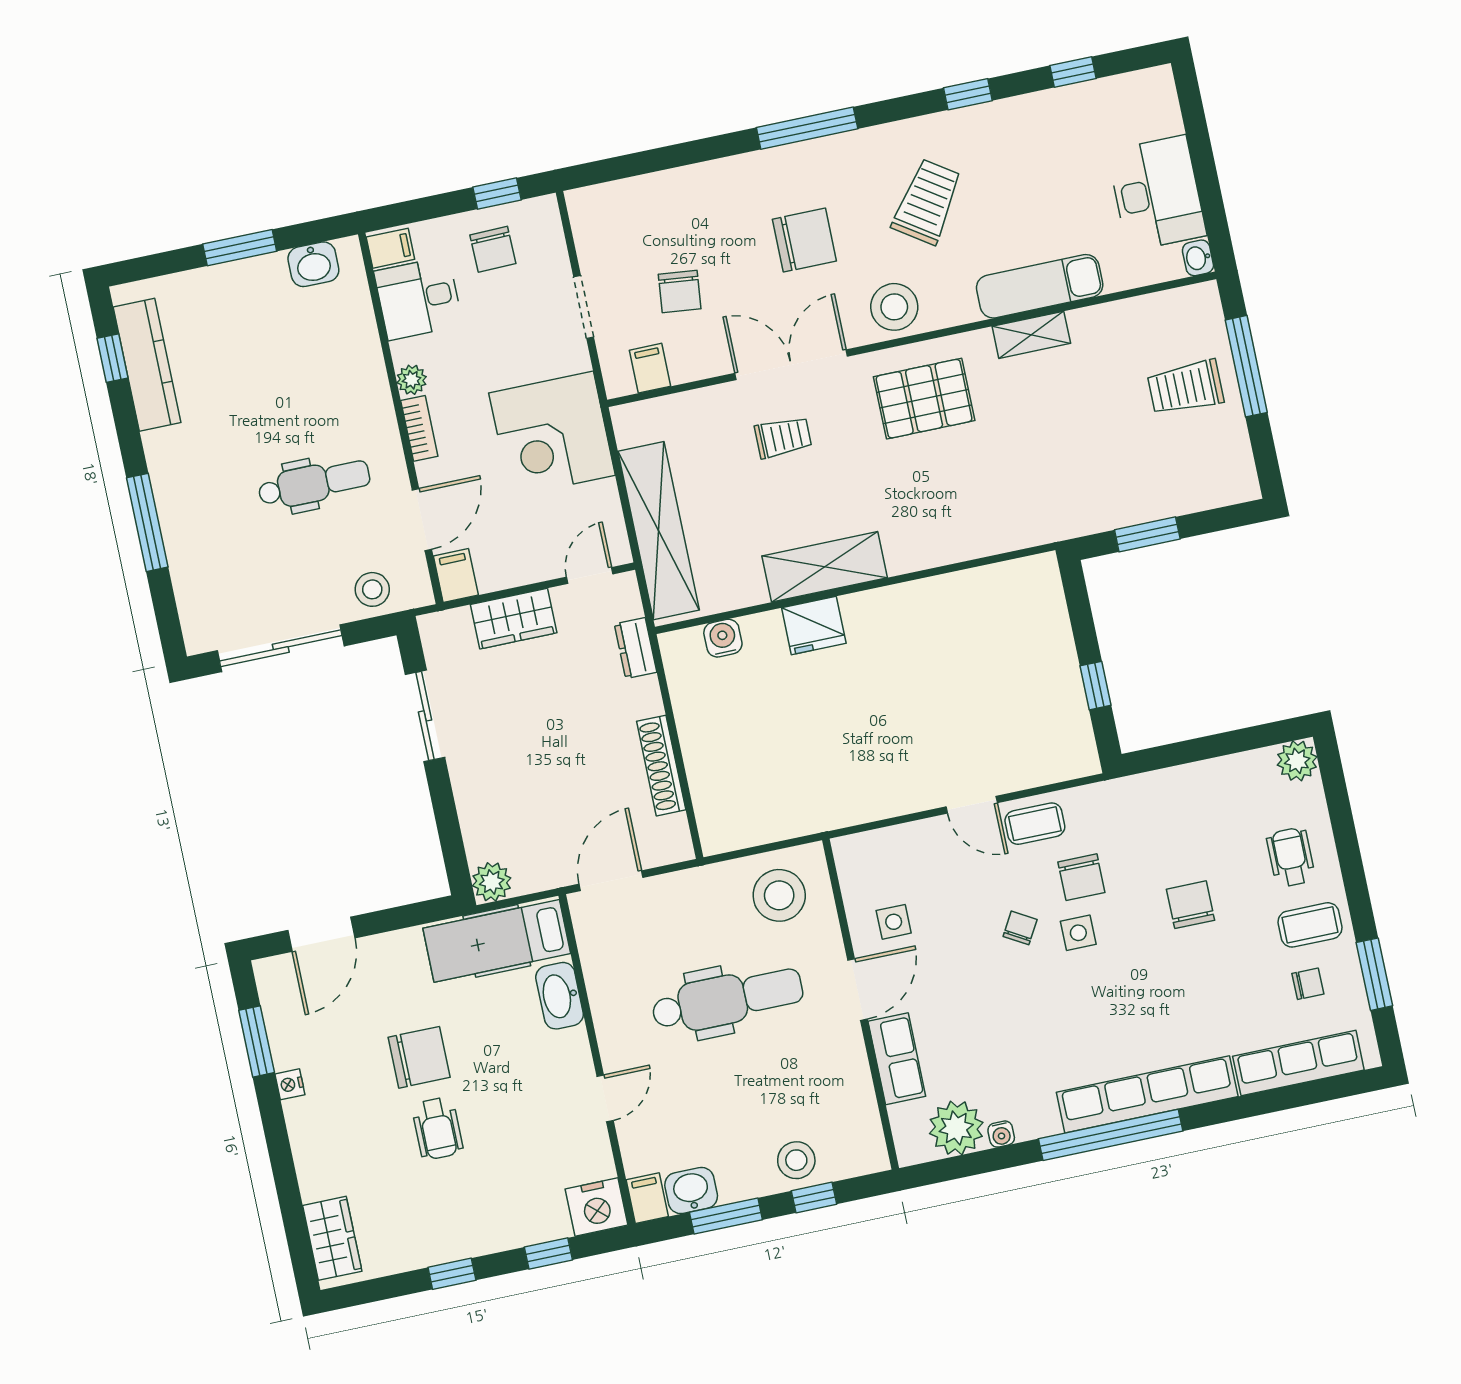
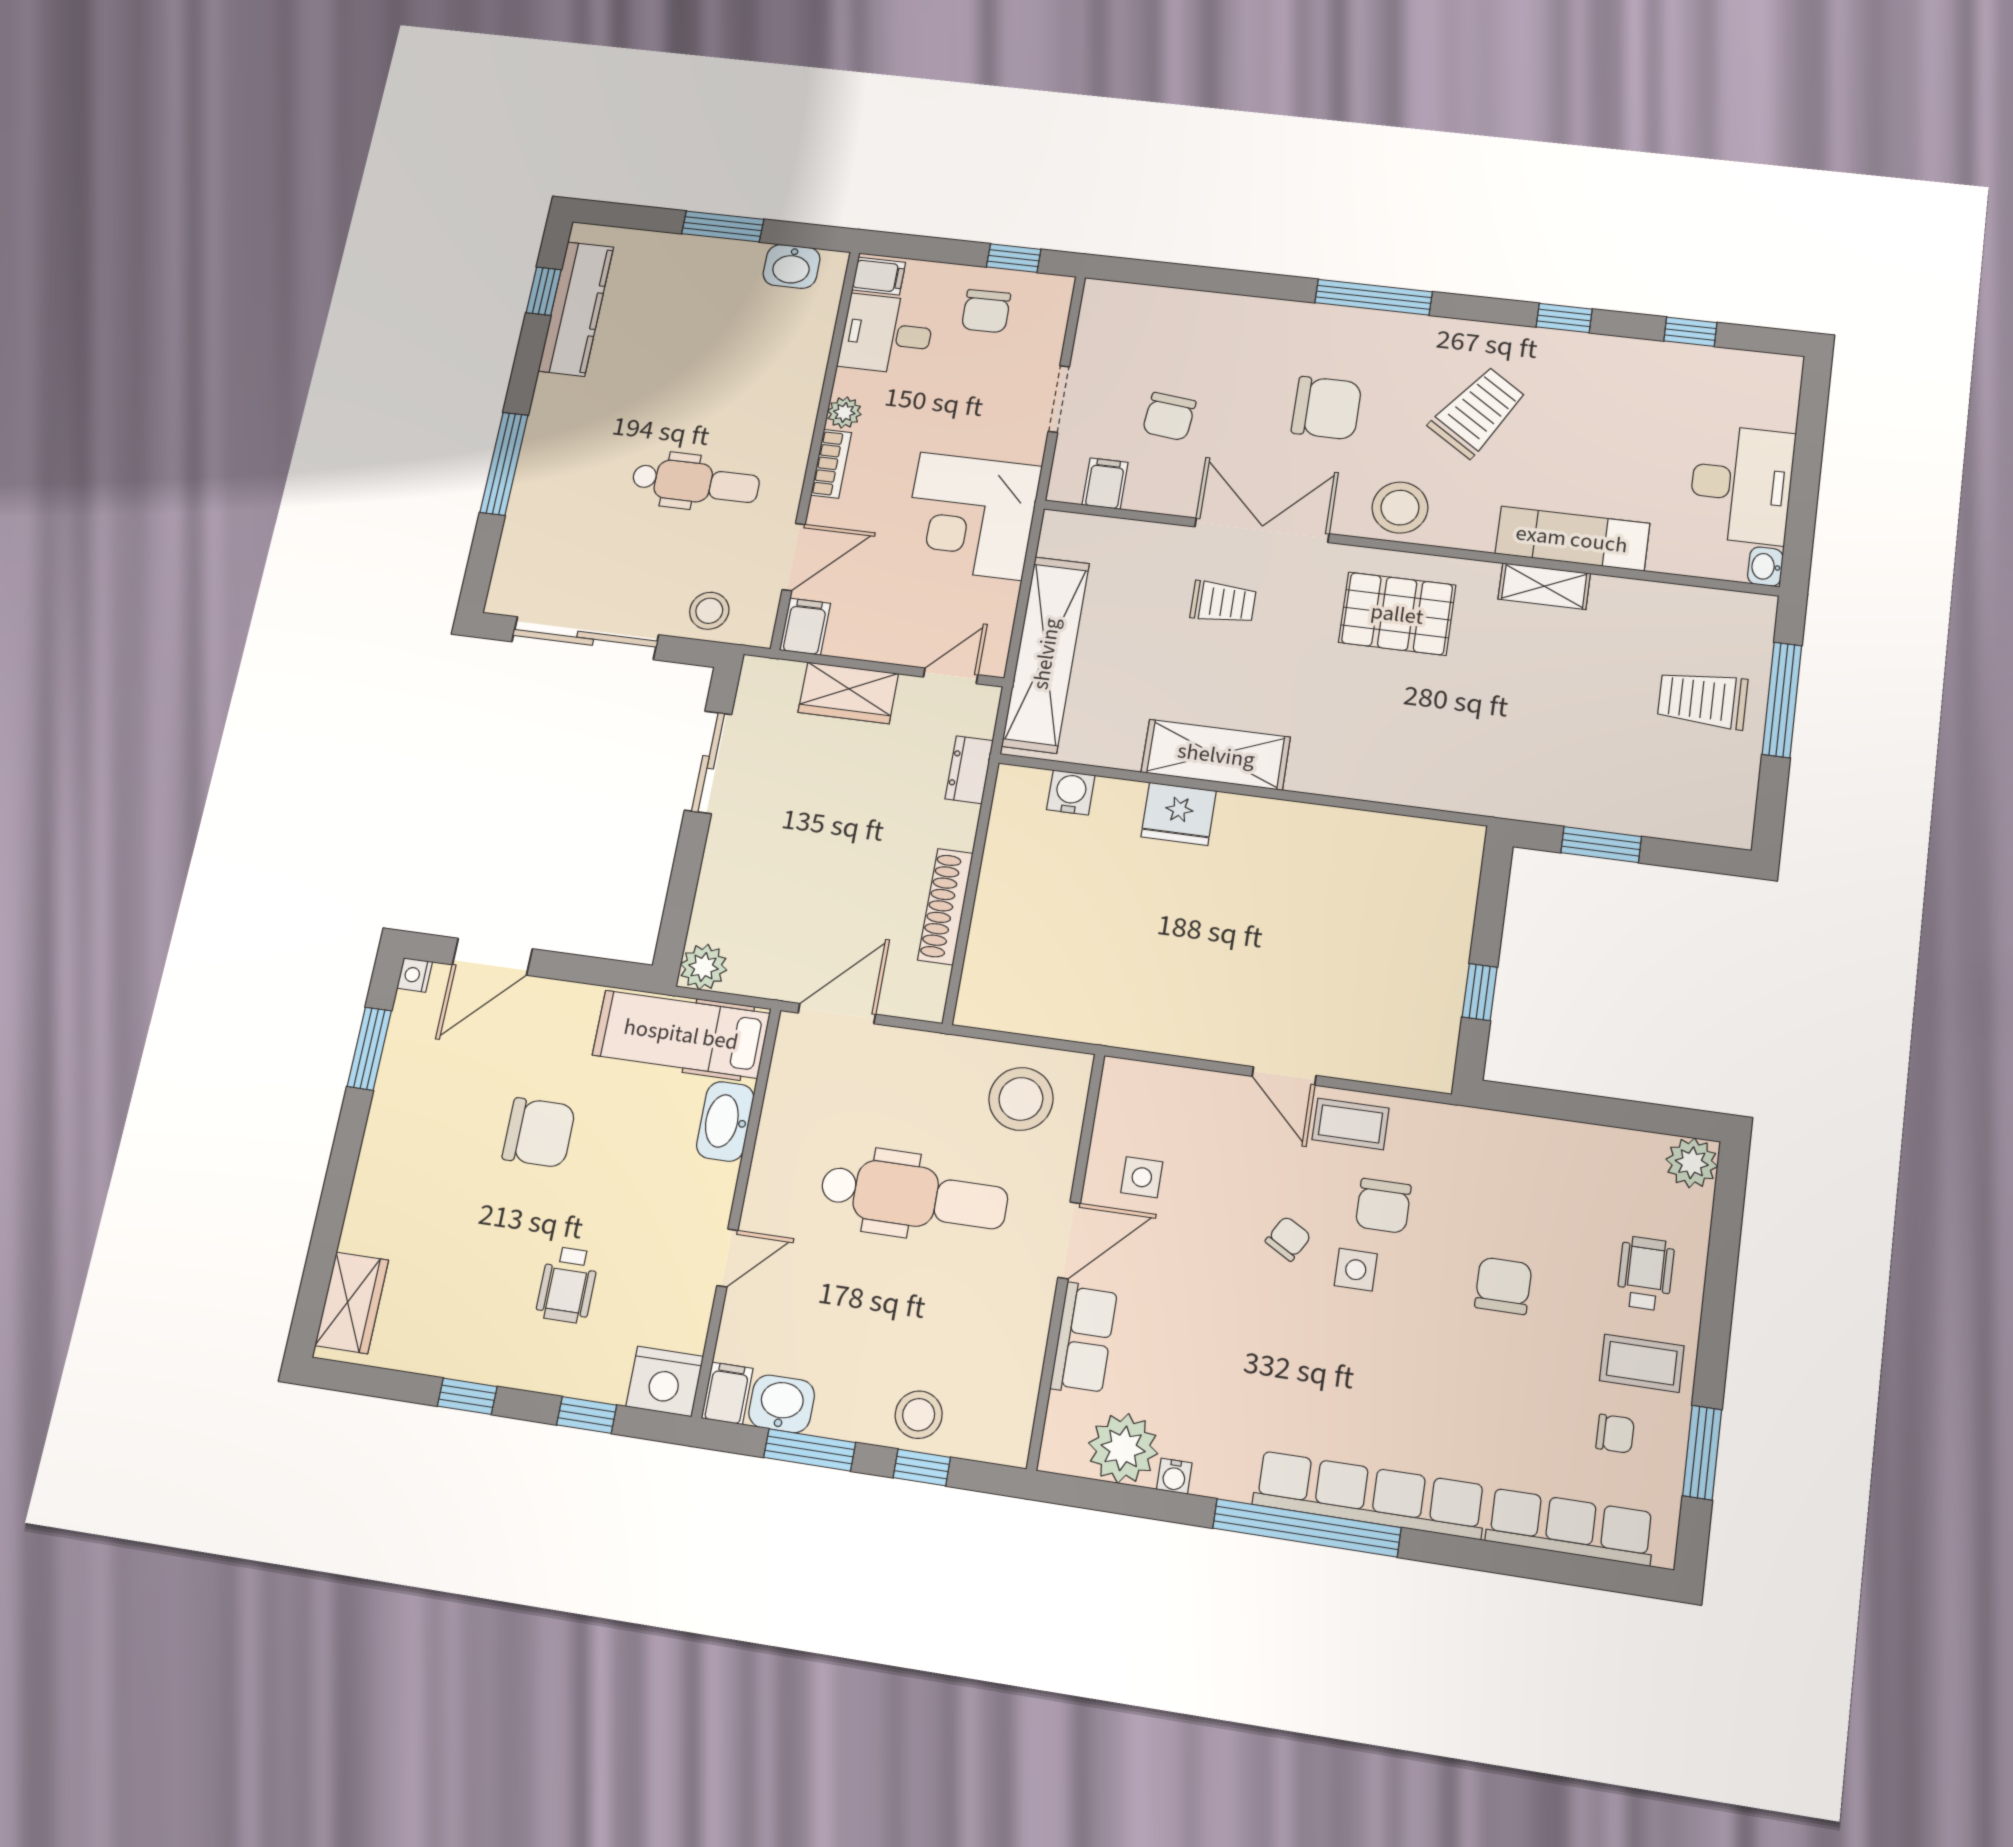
nightstand: (290, 1084) -> (415, 975), moved
wheelchair: (437, 1128) -> (567, 1285), moved

